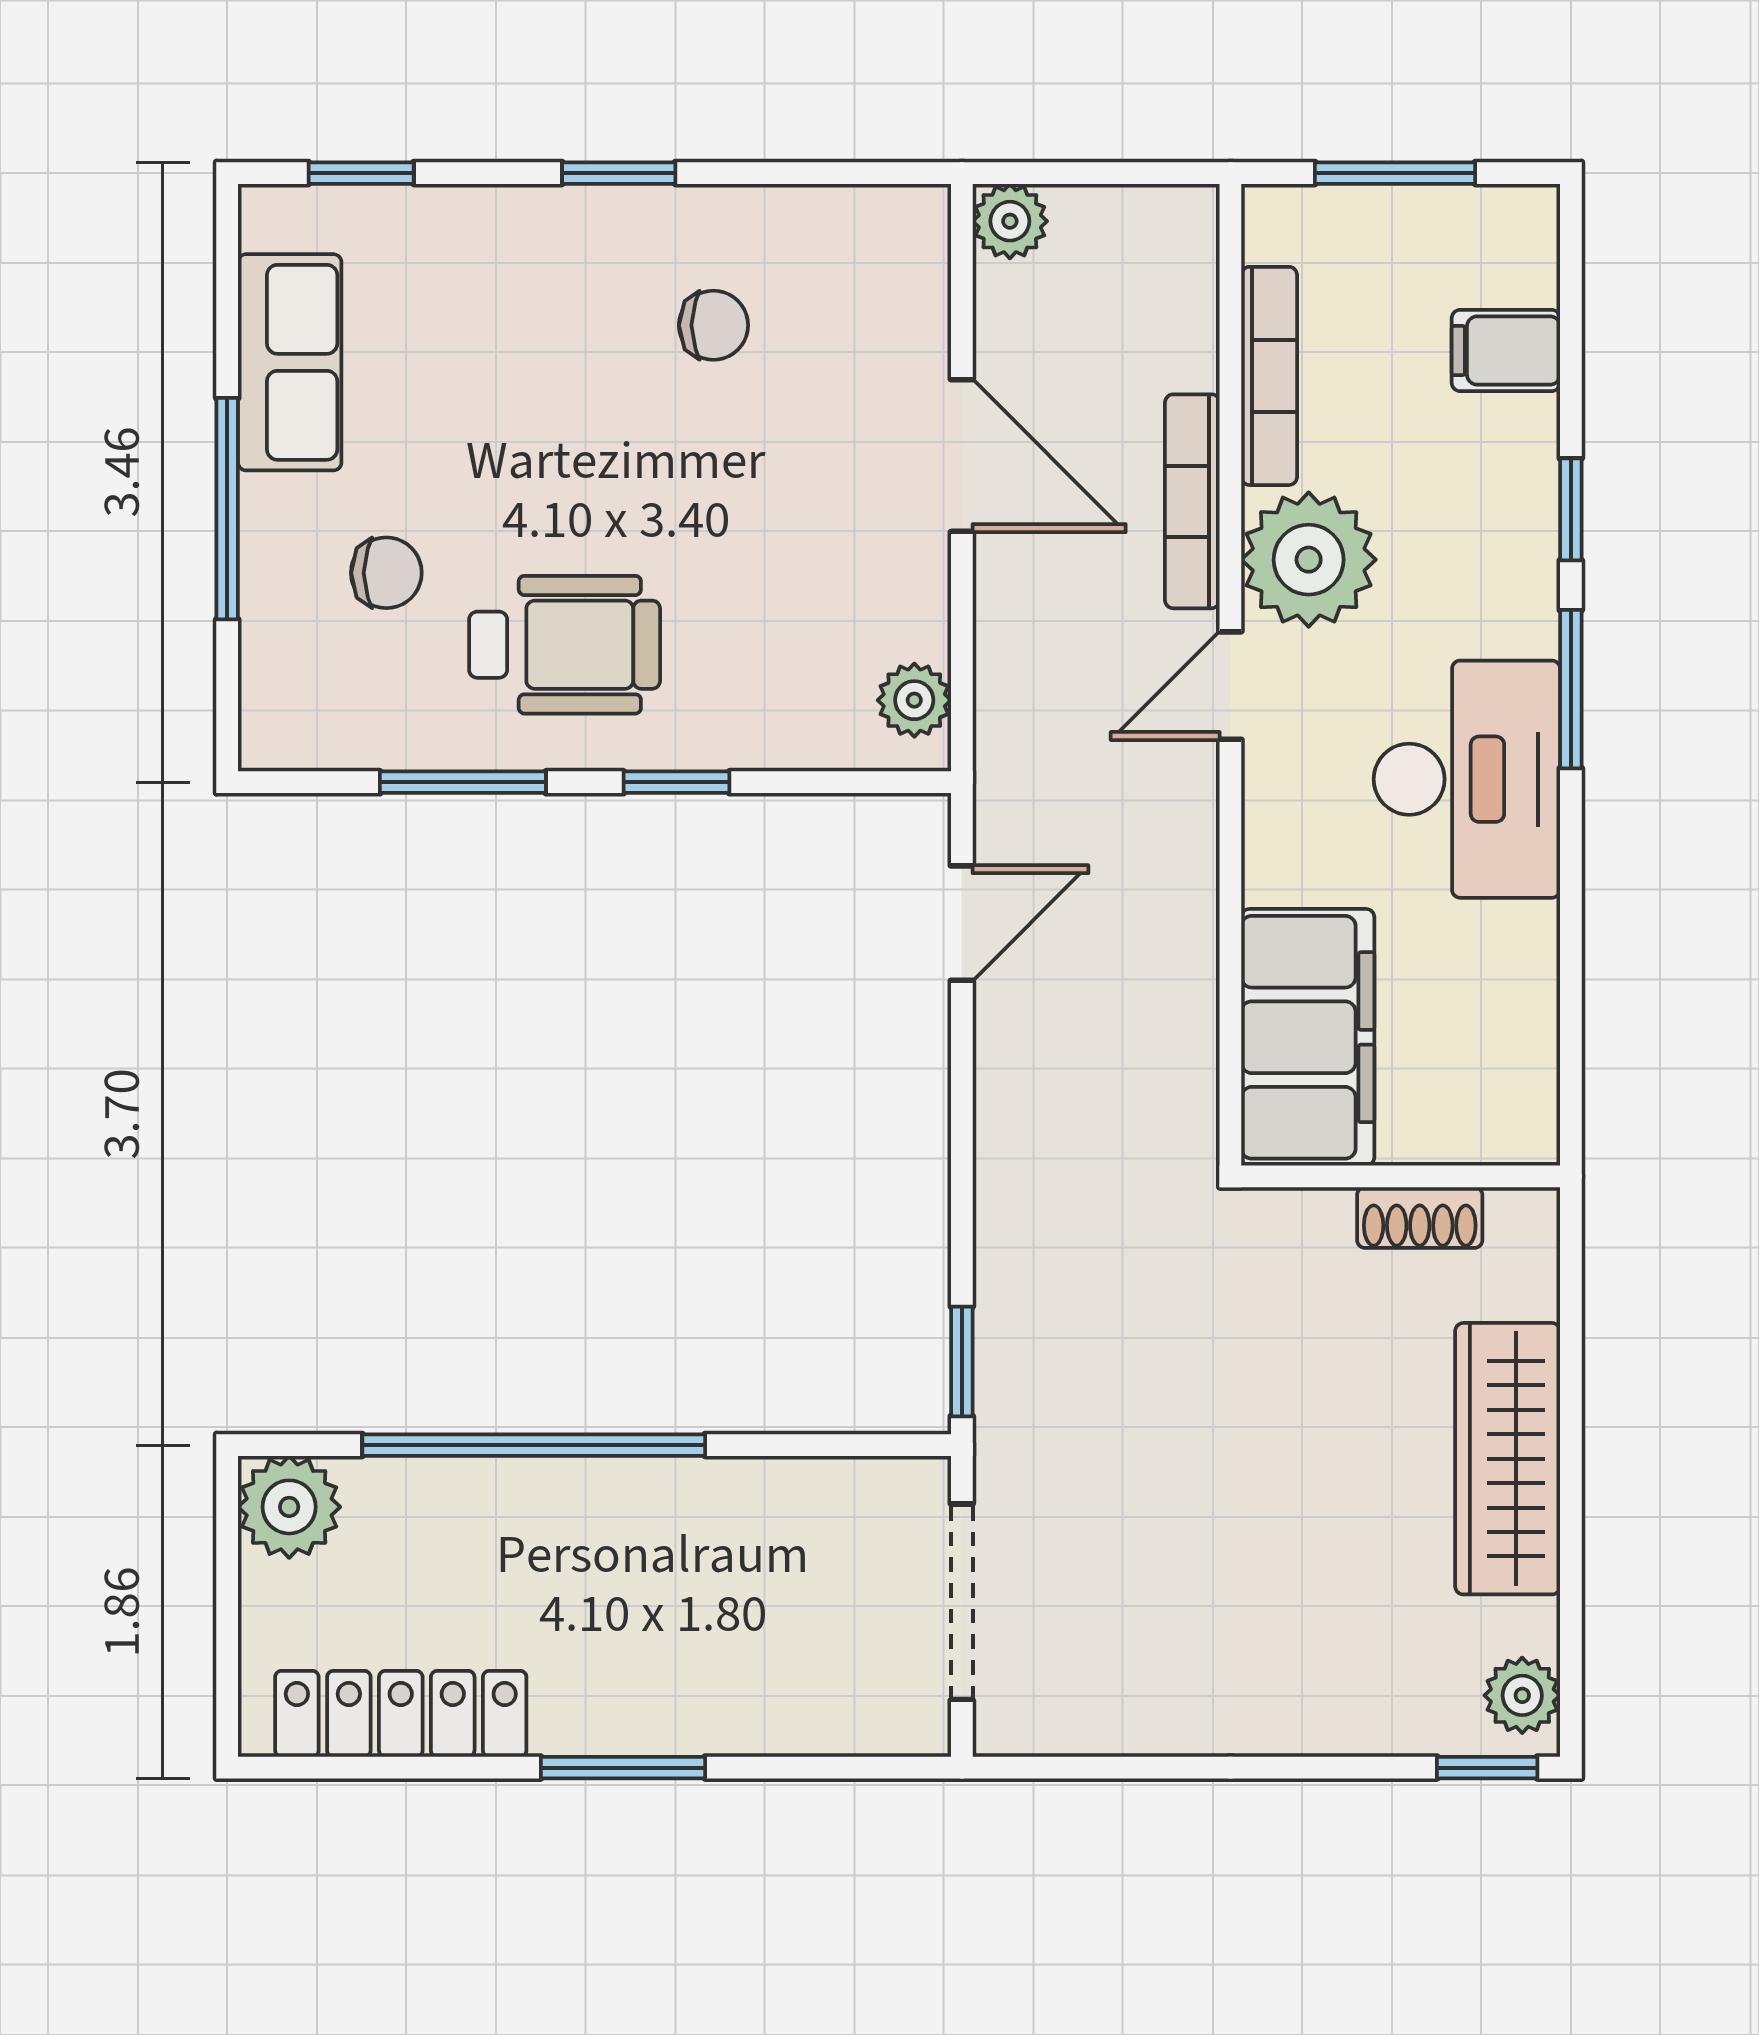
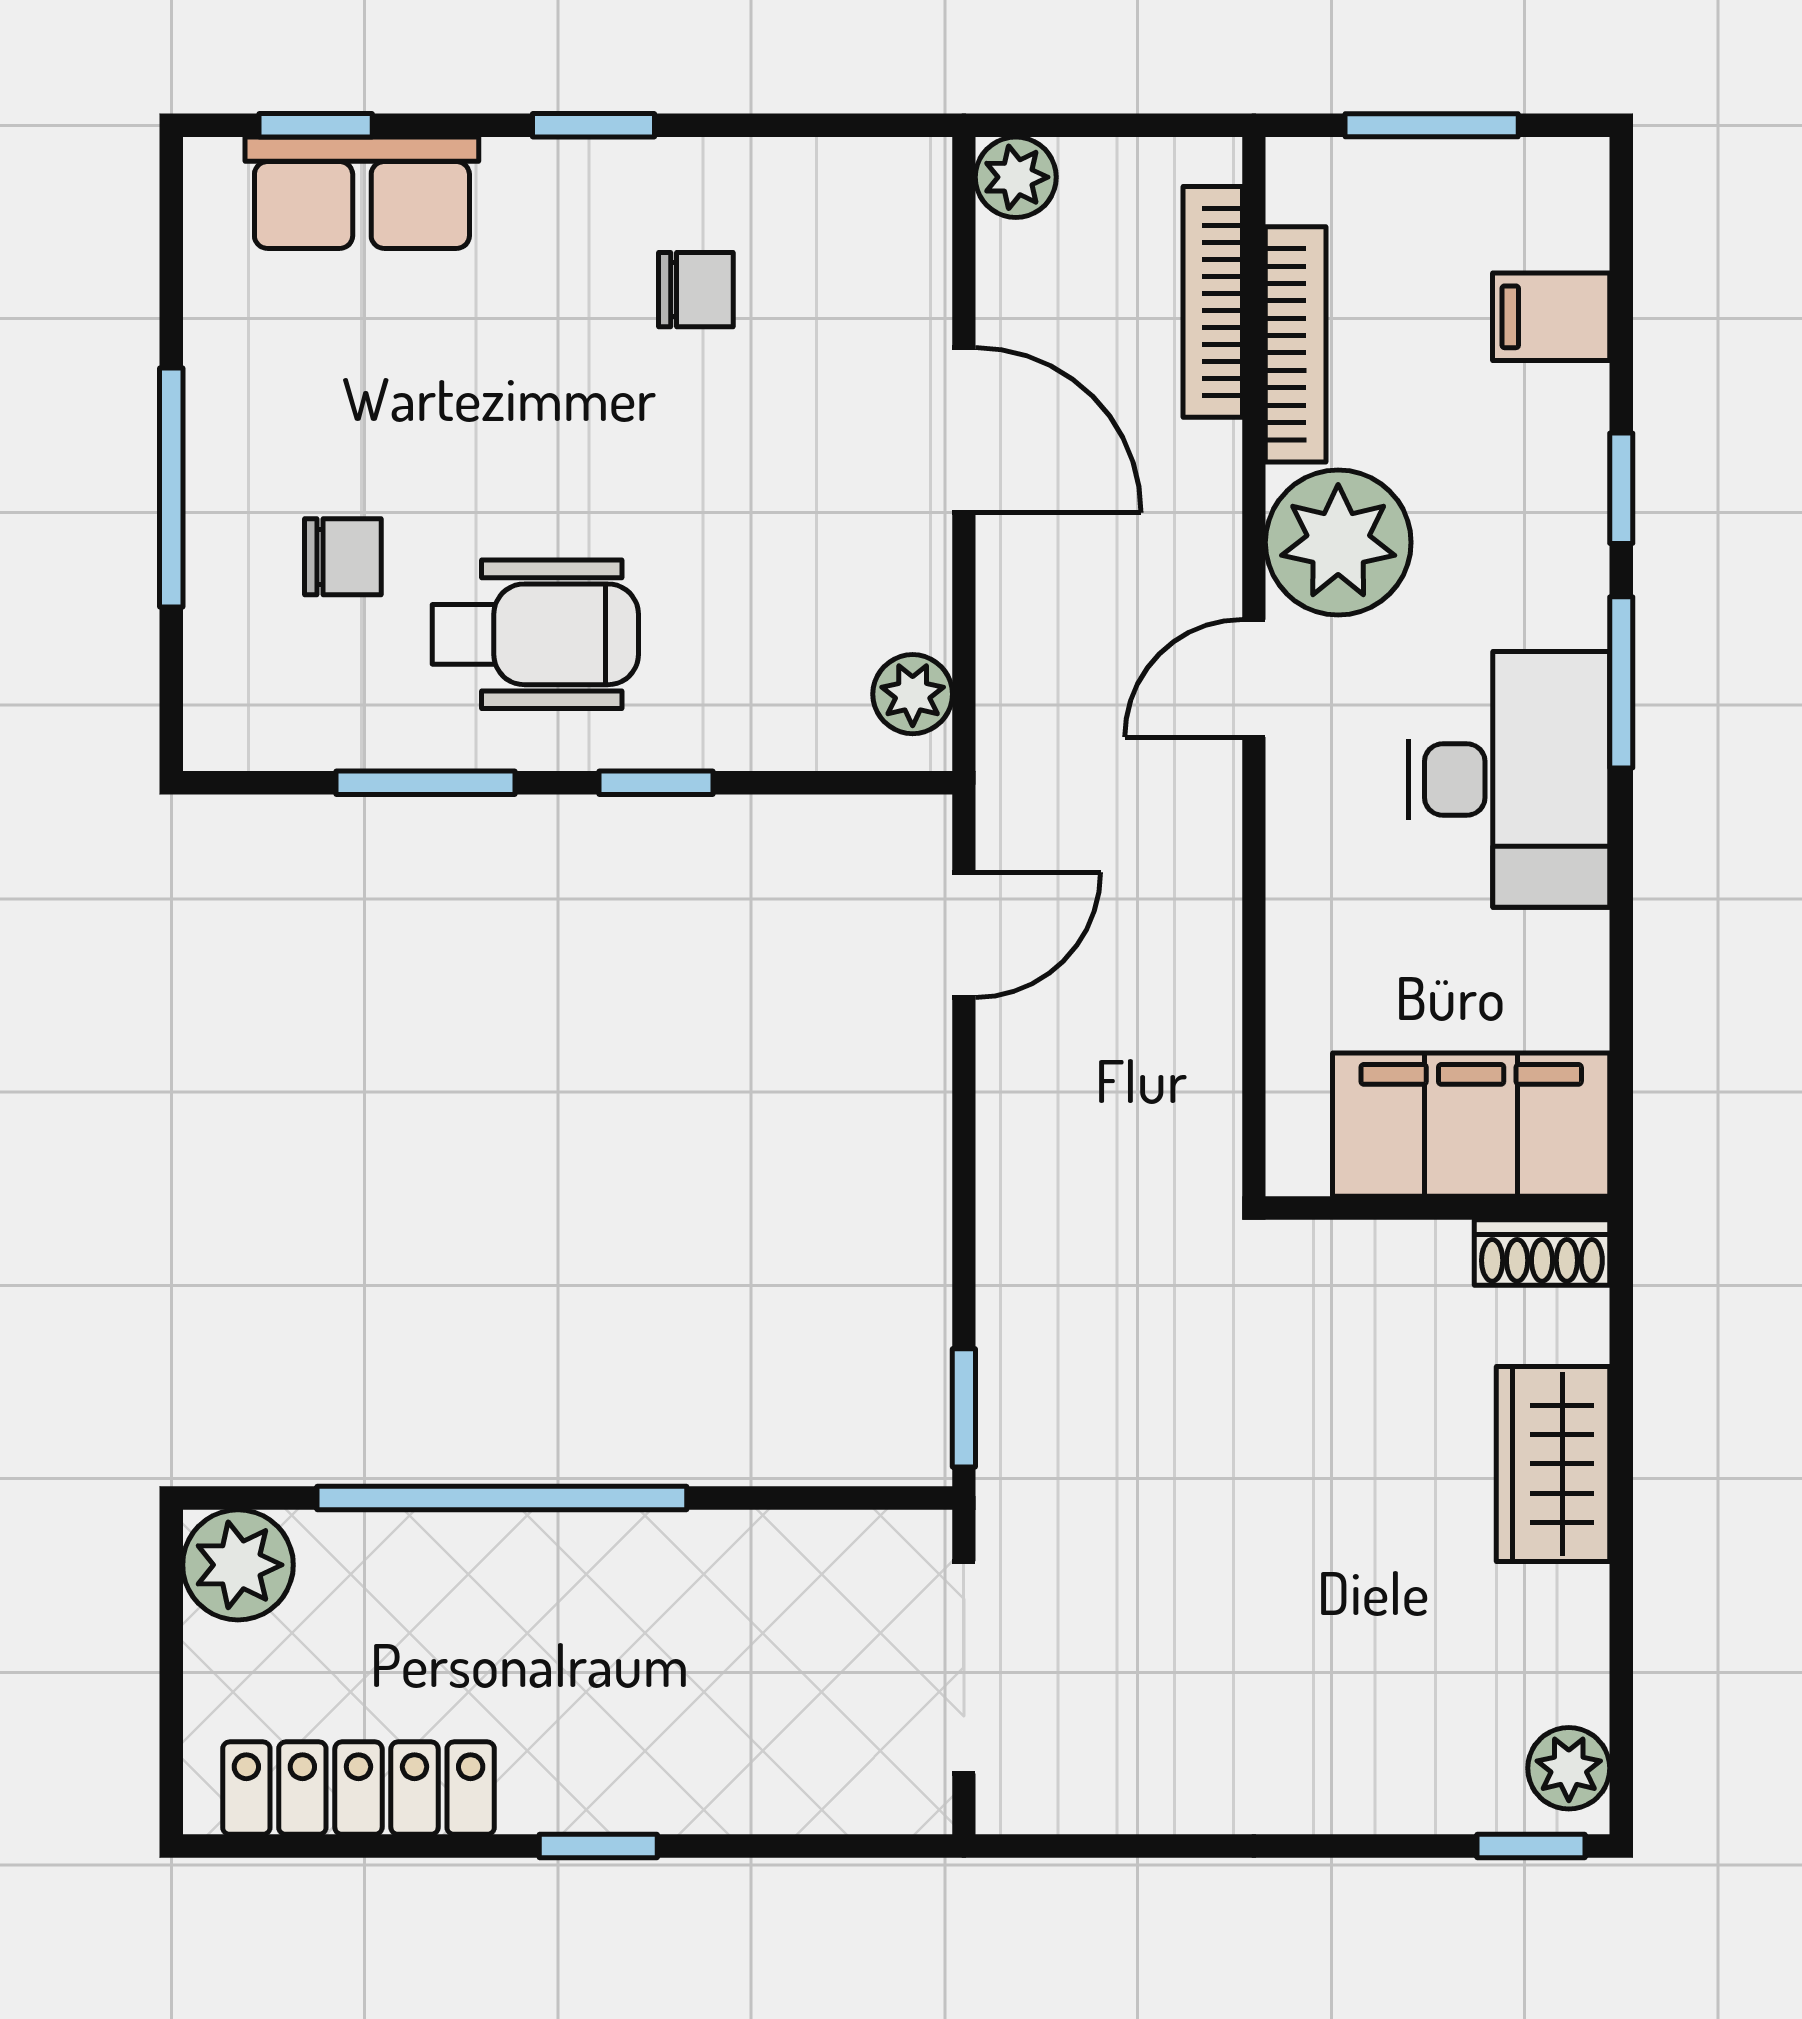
row of seats: (290, 362) -> (362, 193), moved, turned 90
bookcase: (1192, 501) -> (1213, 302), moved
filing cabinet: (1308, 1037) -> (1471, 1125), moved, turned -90
shoe rack: (1420, 1218) -> (1542, 1253), moved
wardrobe: (1508, 1459) -> (1553, 1464), width x0.67
window: (623, 1768) -> (598, 1846), width x0.67

